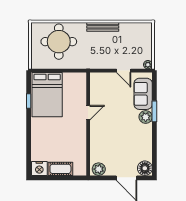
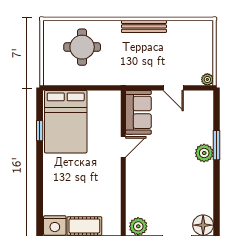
round table: (59, 42) -> (82, 47), width x0.73, depth x0.73
sofa: (143, 94) -> (138, 112), moved, turned 180

